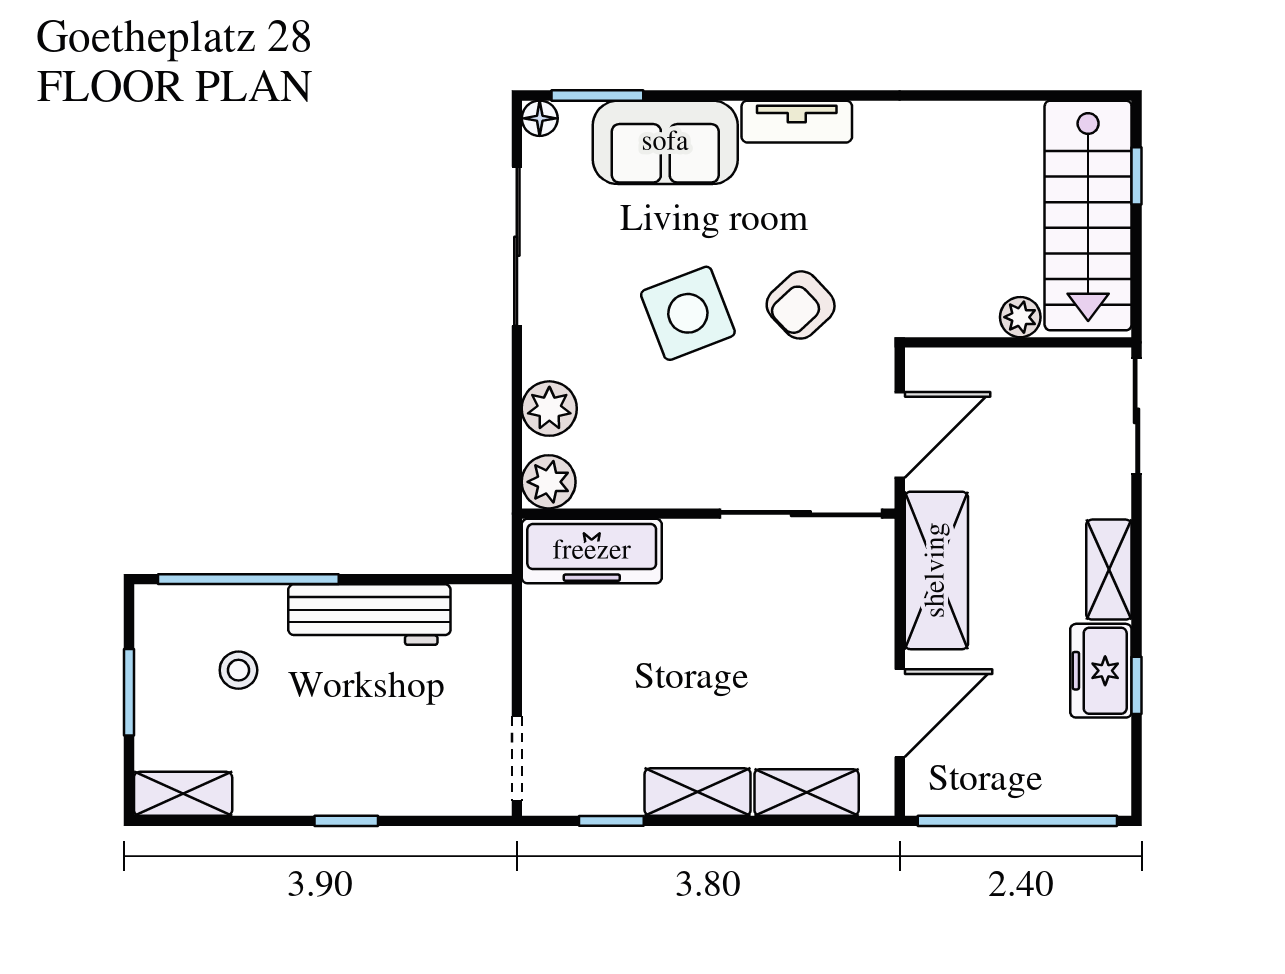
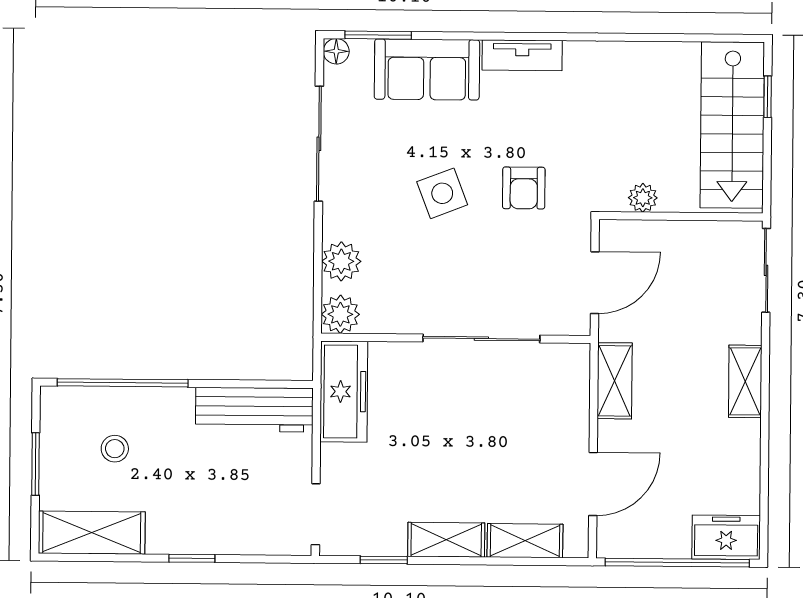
armchair: (801, 305) -> (524, 188), turned -47
side table: (688, 313) -> (442, 193), width x0.73, depth x0.73
plant: (1020, 317) -> (643, 198), moved
sliding door: (801, 514) -> (481, 339), moved
freezer: (592, 551) -> (344, 392), moved, turned -90
shelving: (936, 570) -> (615, 381), width x0.67, depth x0.75
workbench: (369, 615) -> (254, 410), moved
freezer: (1101, 671) -> (726, 537), moved, turned 90
window: (1136, 685) -> (764, 465), removed
shelving: (183, 794) -> (92, 533), width x1.50, depth x1.33

